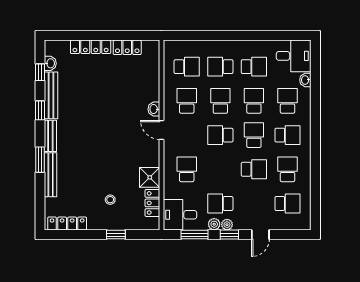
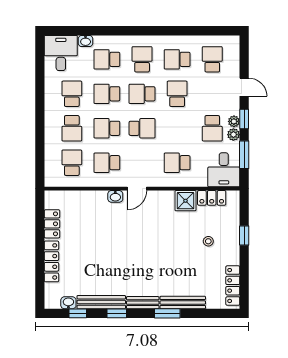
school desk: (220, 135) -> (142, 128), turned -90

